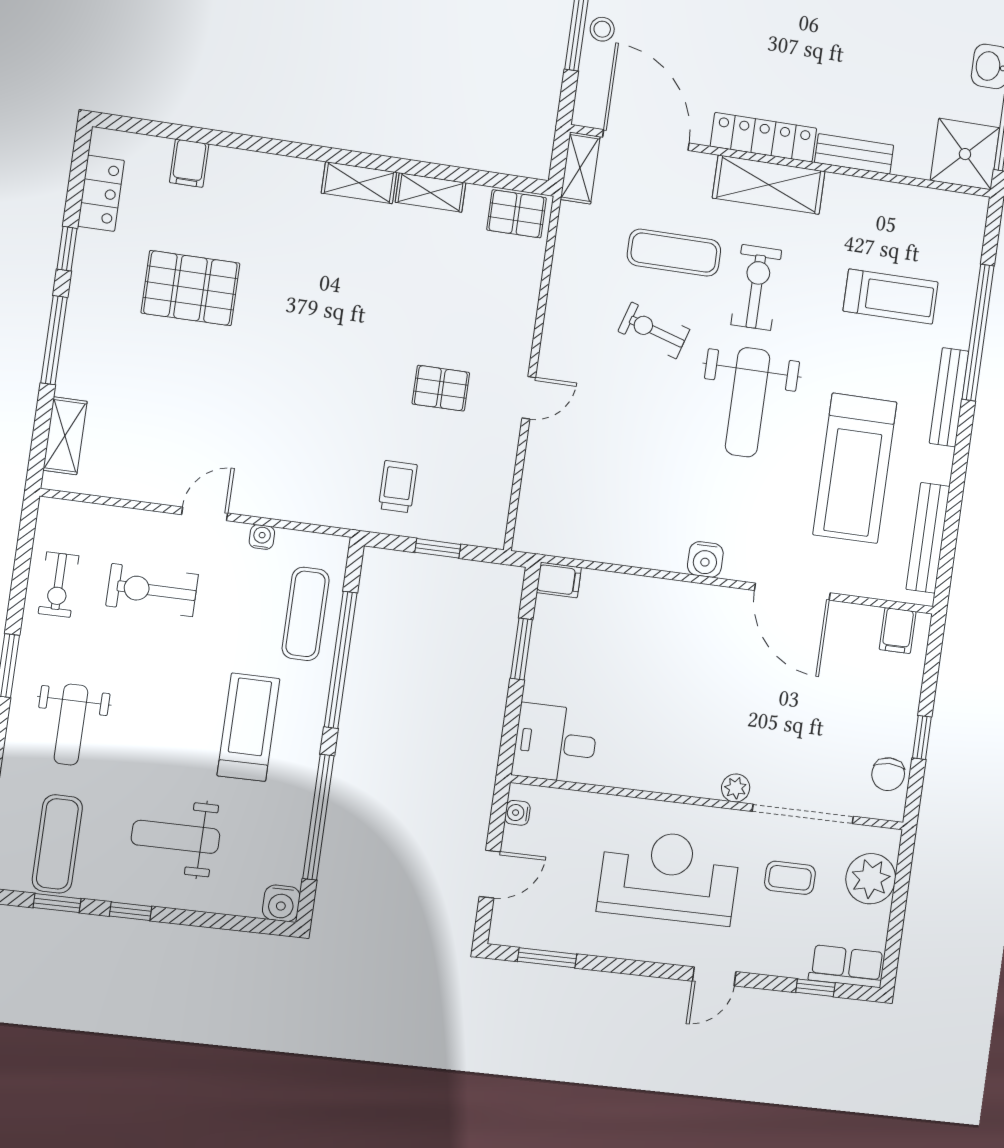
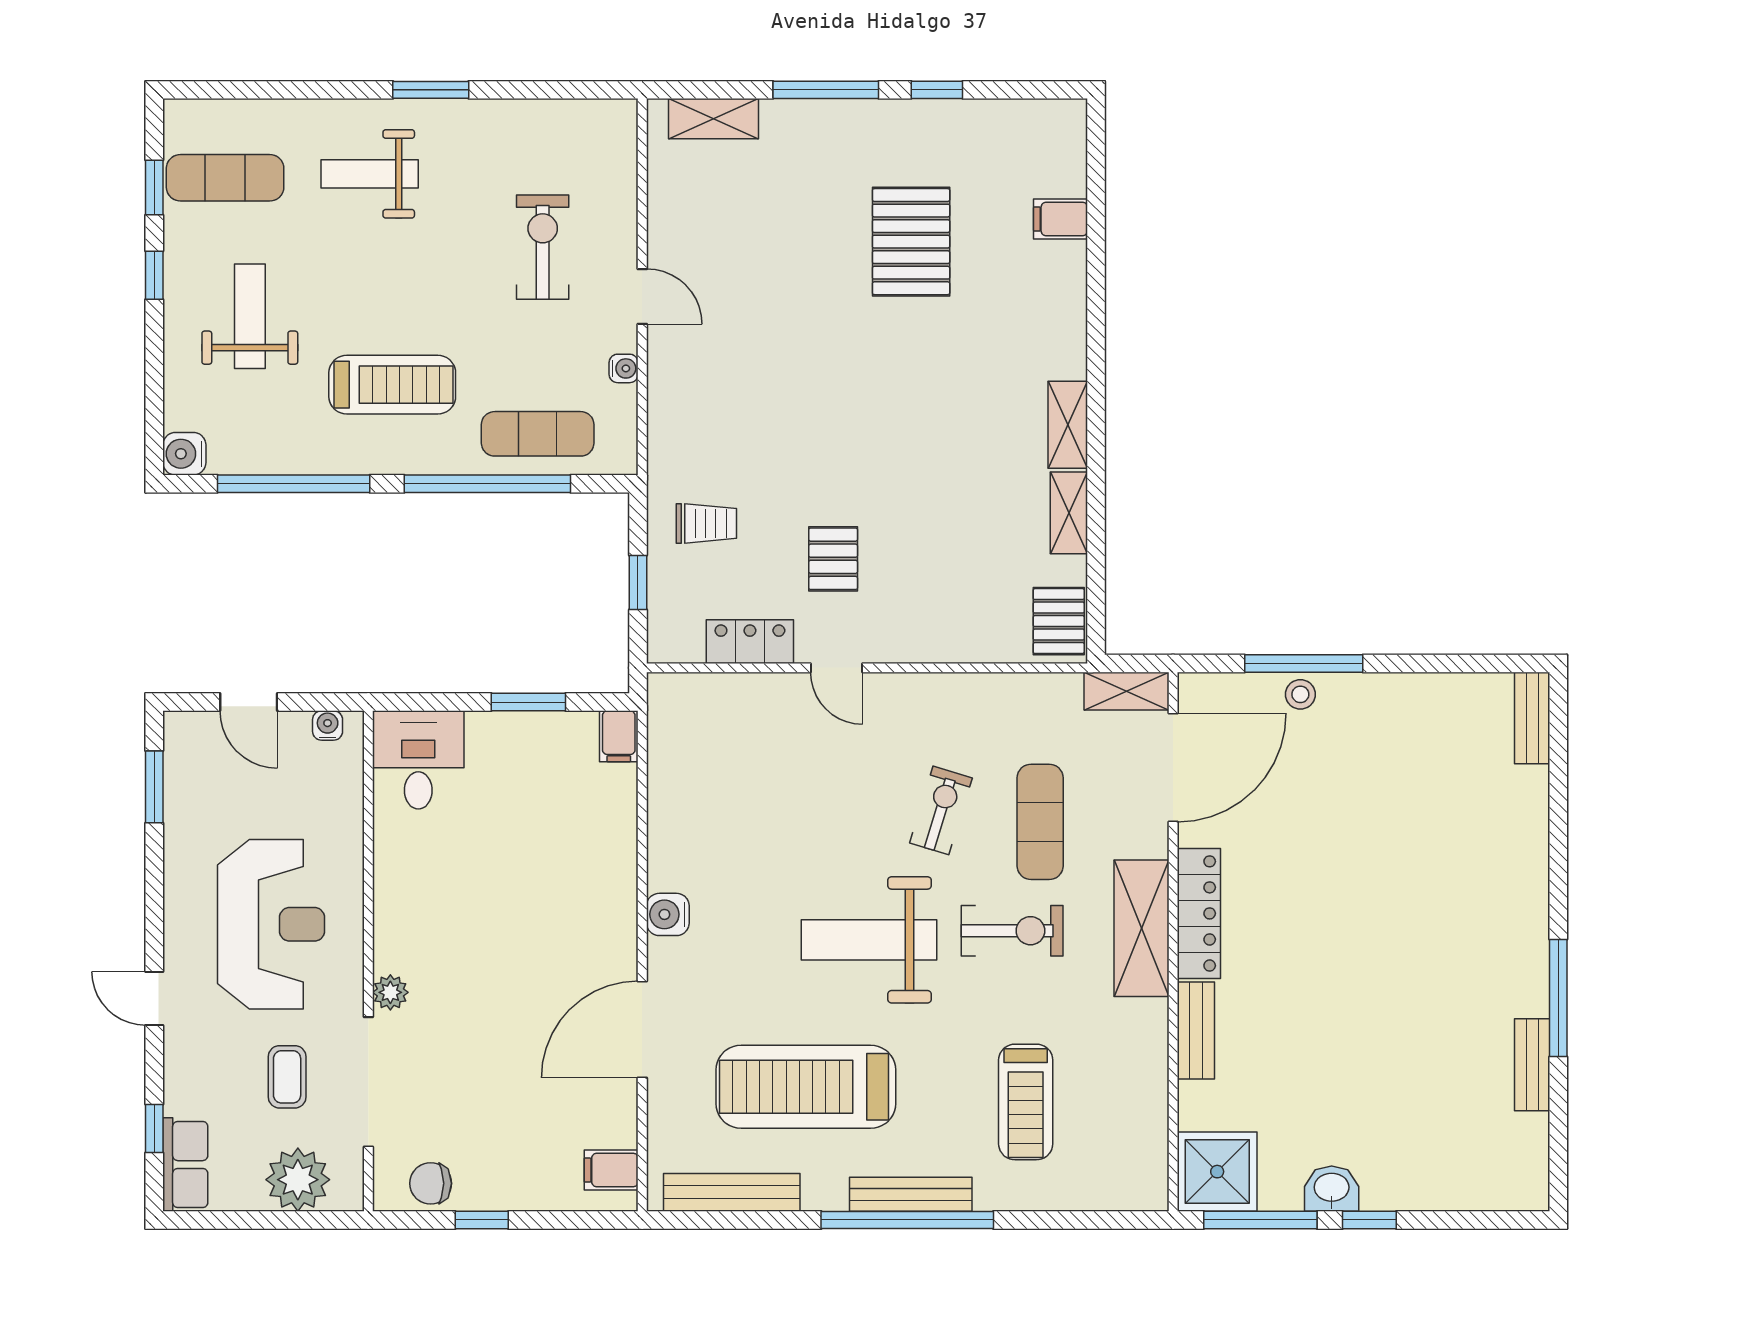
locker: (101, 193) -> (750, 642), moved, turned 180
window: (978, 333) -> (907, 1220), moved
exercise bike: (58, 585) -> (535, 136), removed

